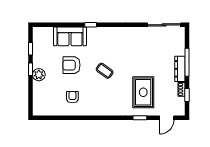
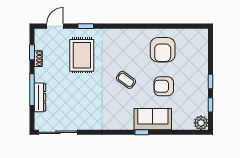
sofa: (70, 36) -> (153, 119), moved
armchair: (71, 65) -> (164, 86), turned 180
dresser: (180, 69) -> (40, 97), moved
plant: (39, 75) -> (201, 123), moved
armchair: (72, 97) -> (163, 50), width x1.88, depth x1.88

